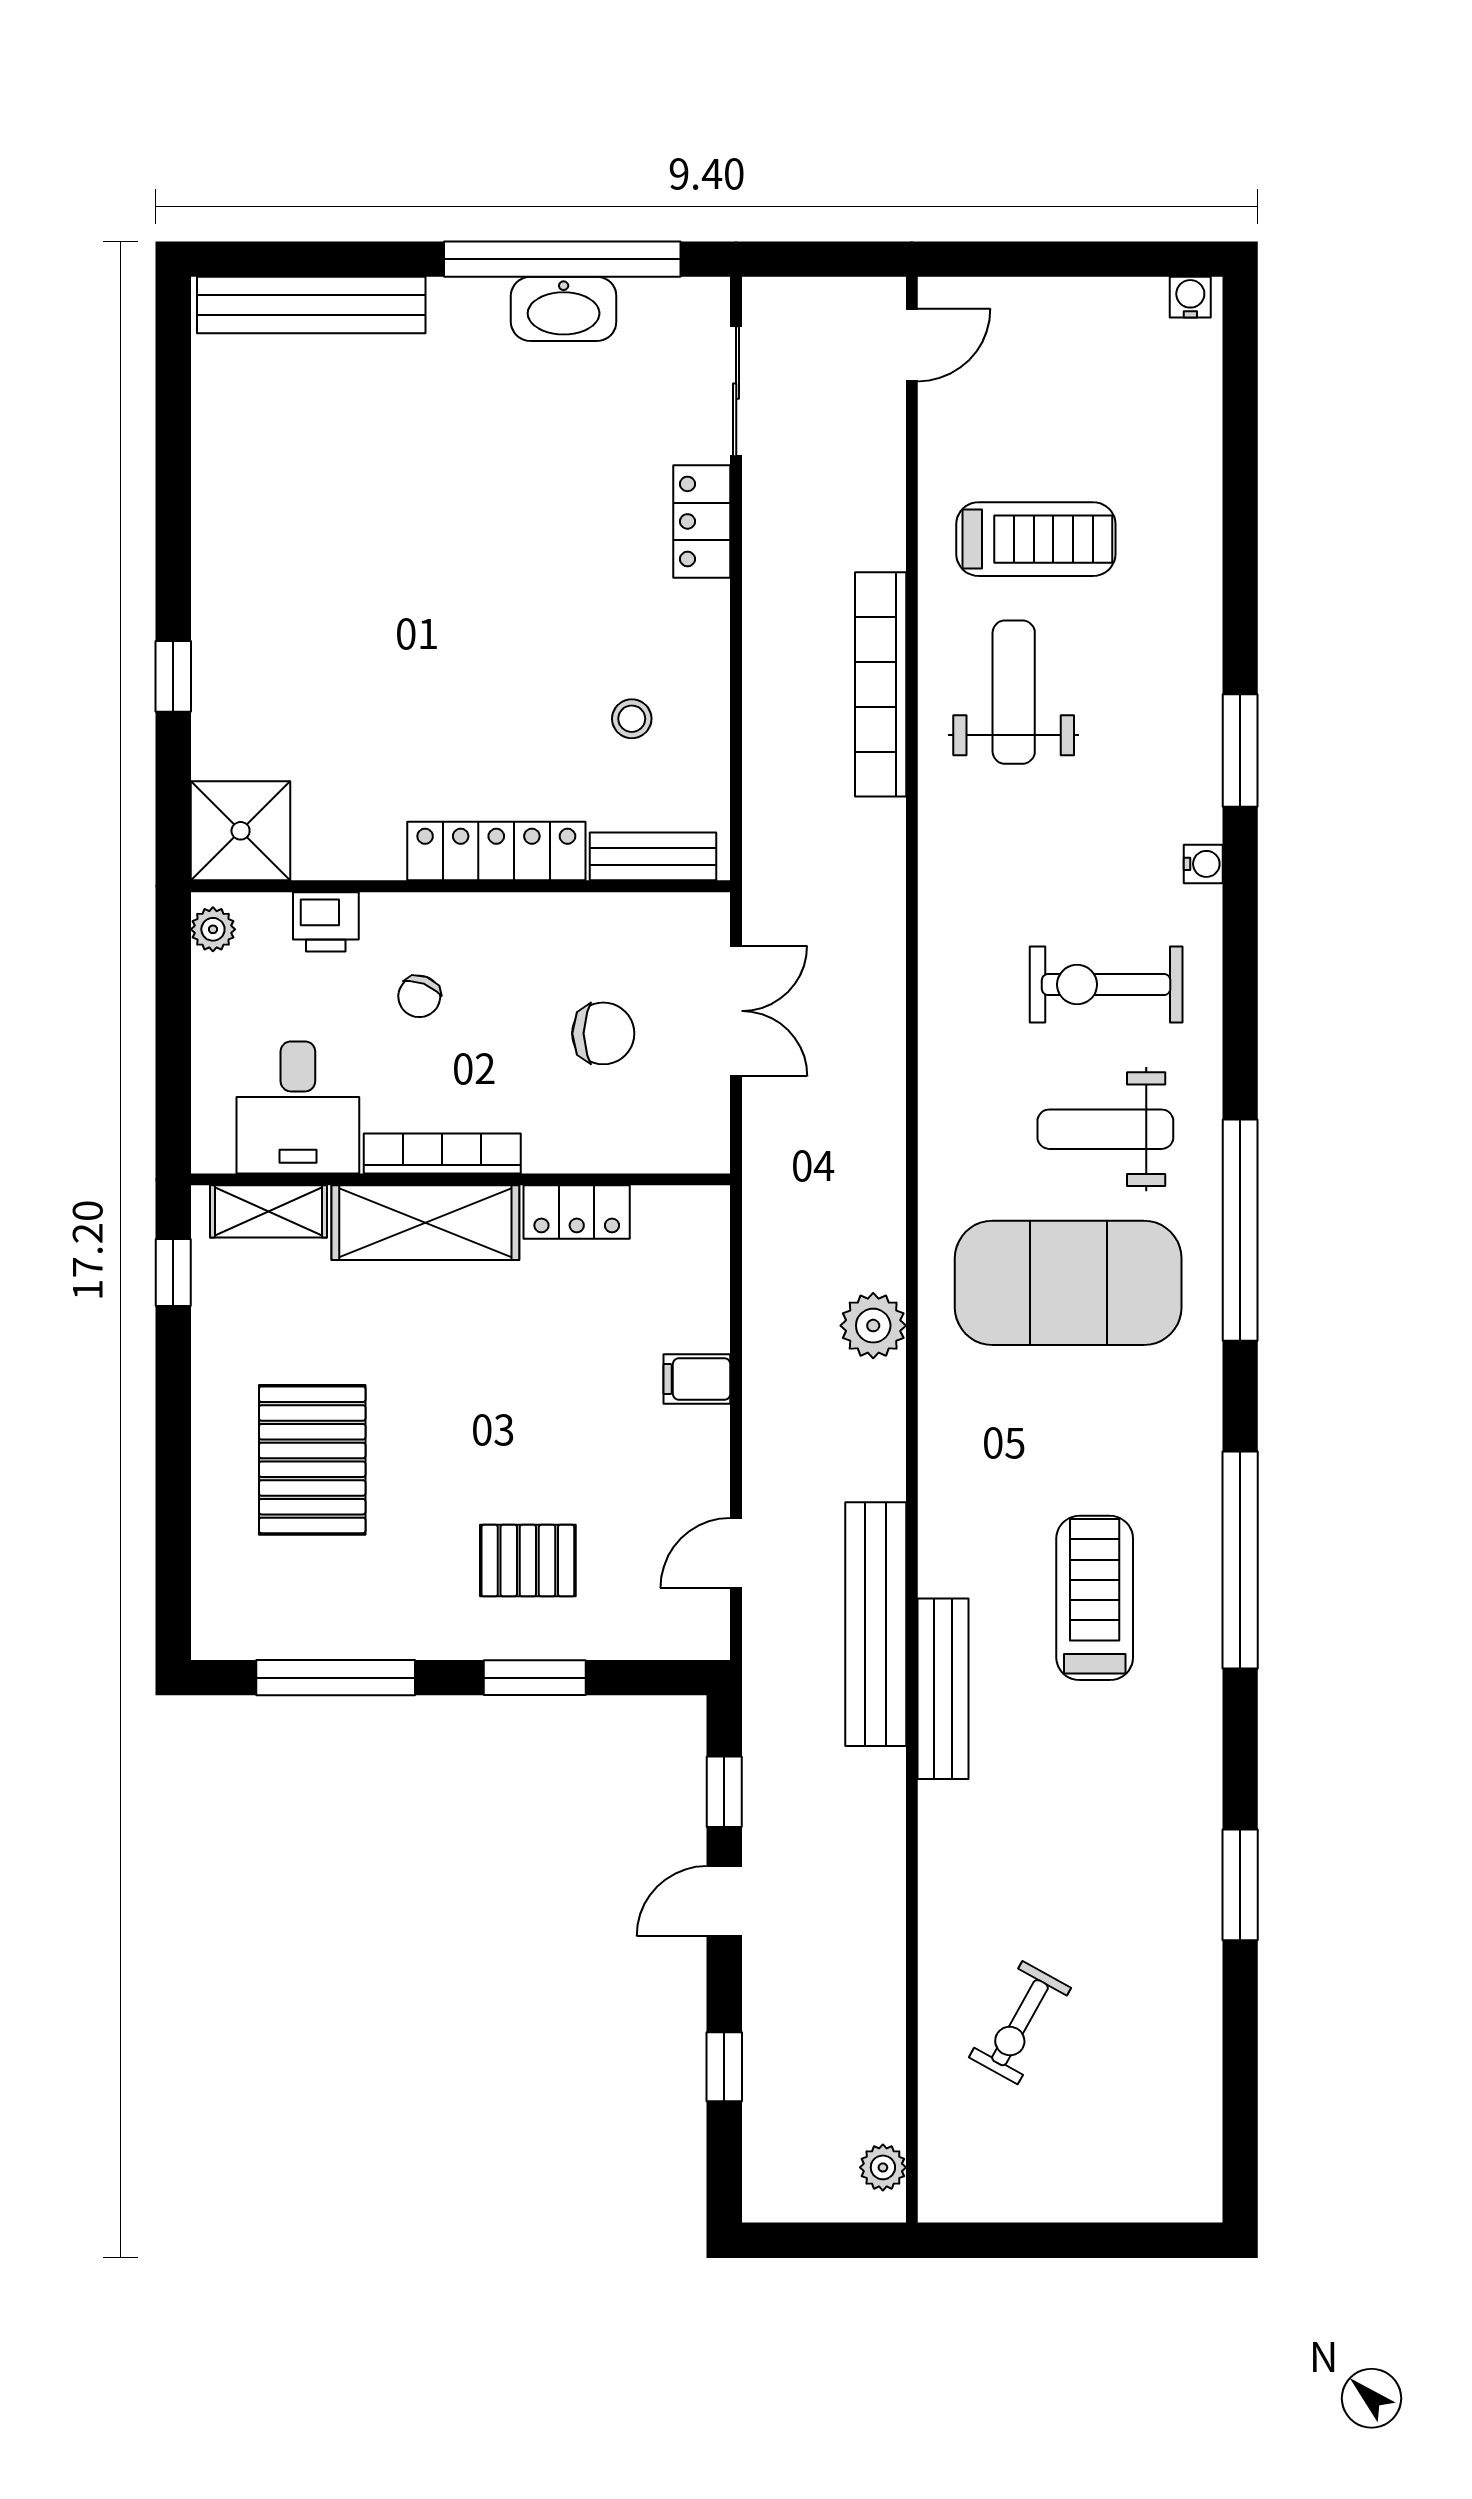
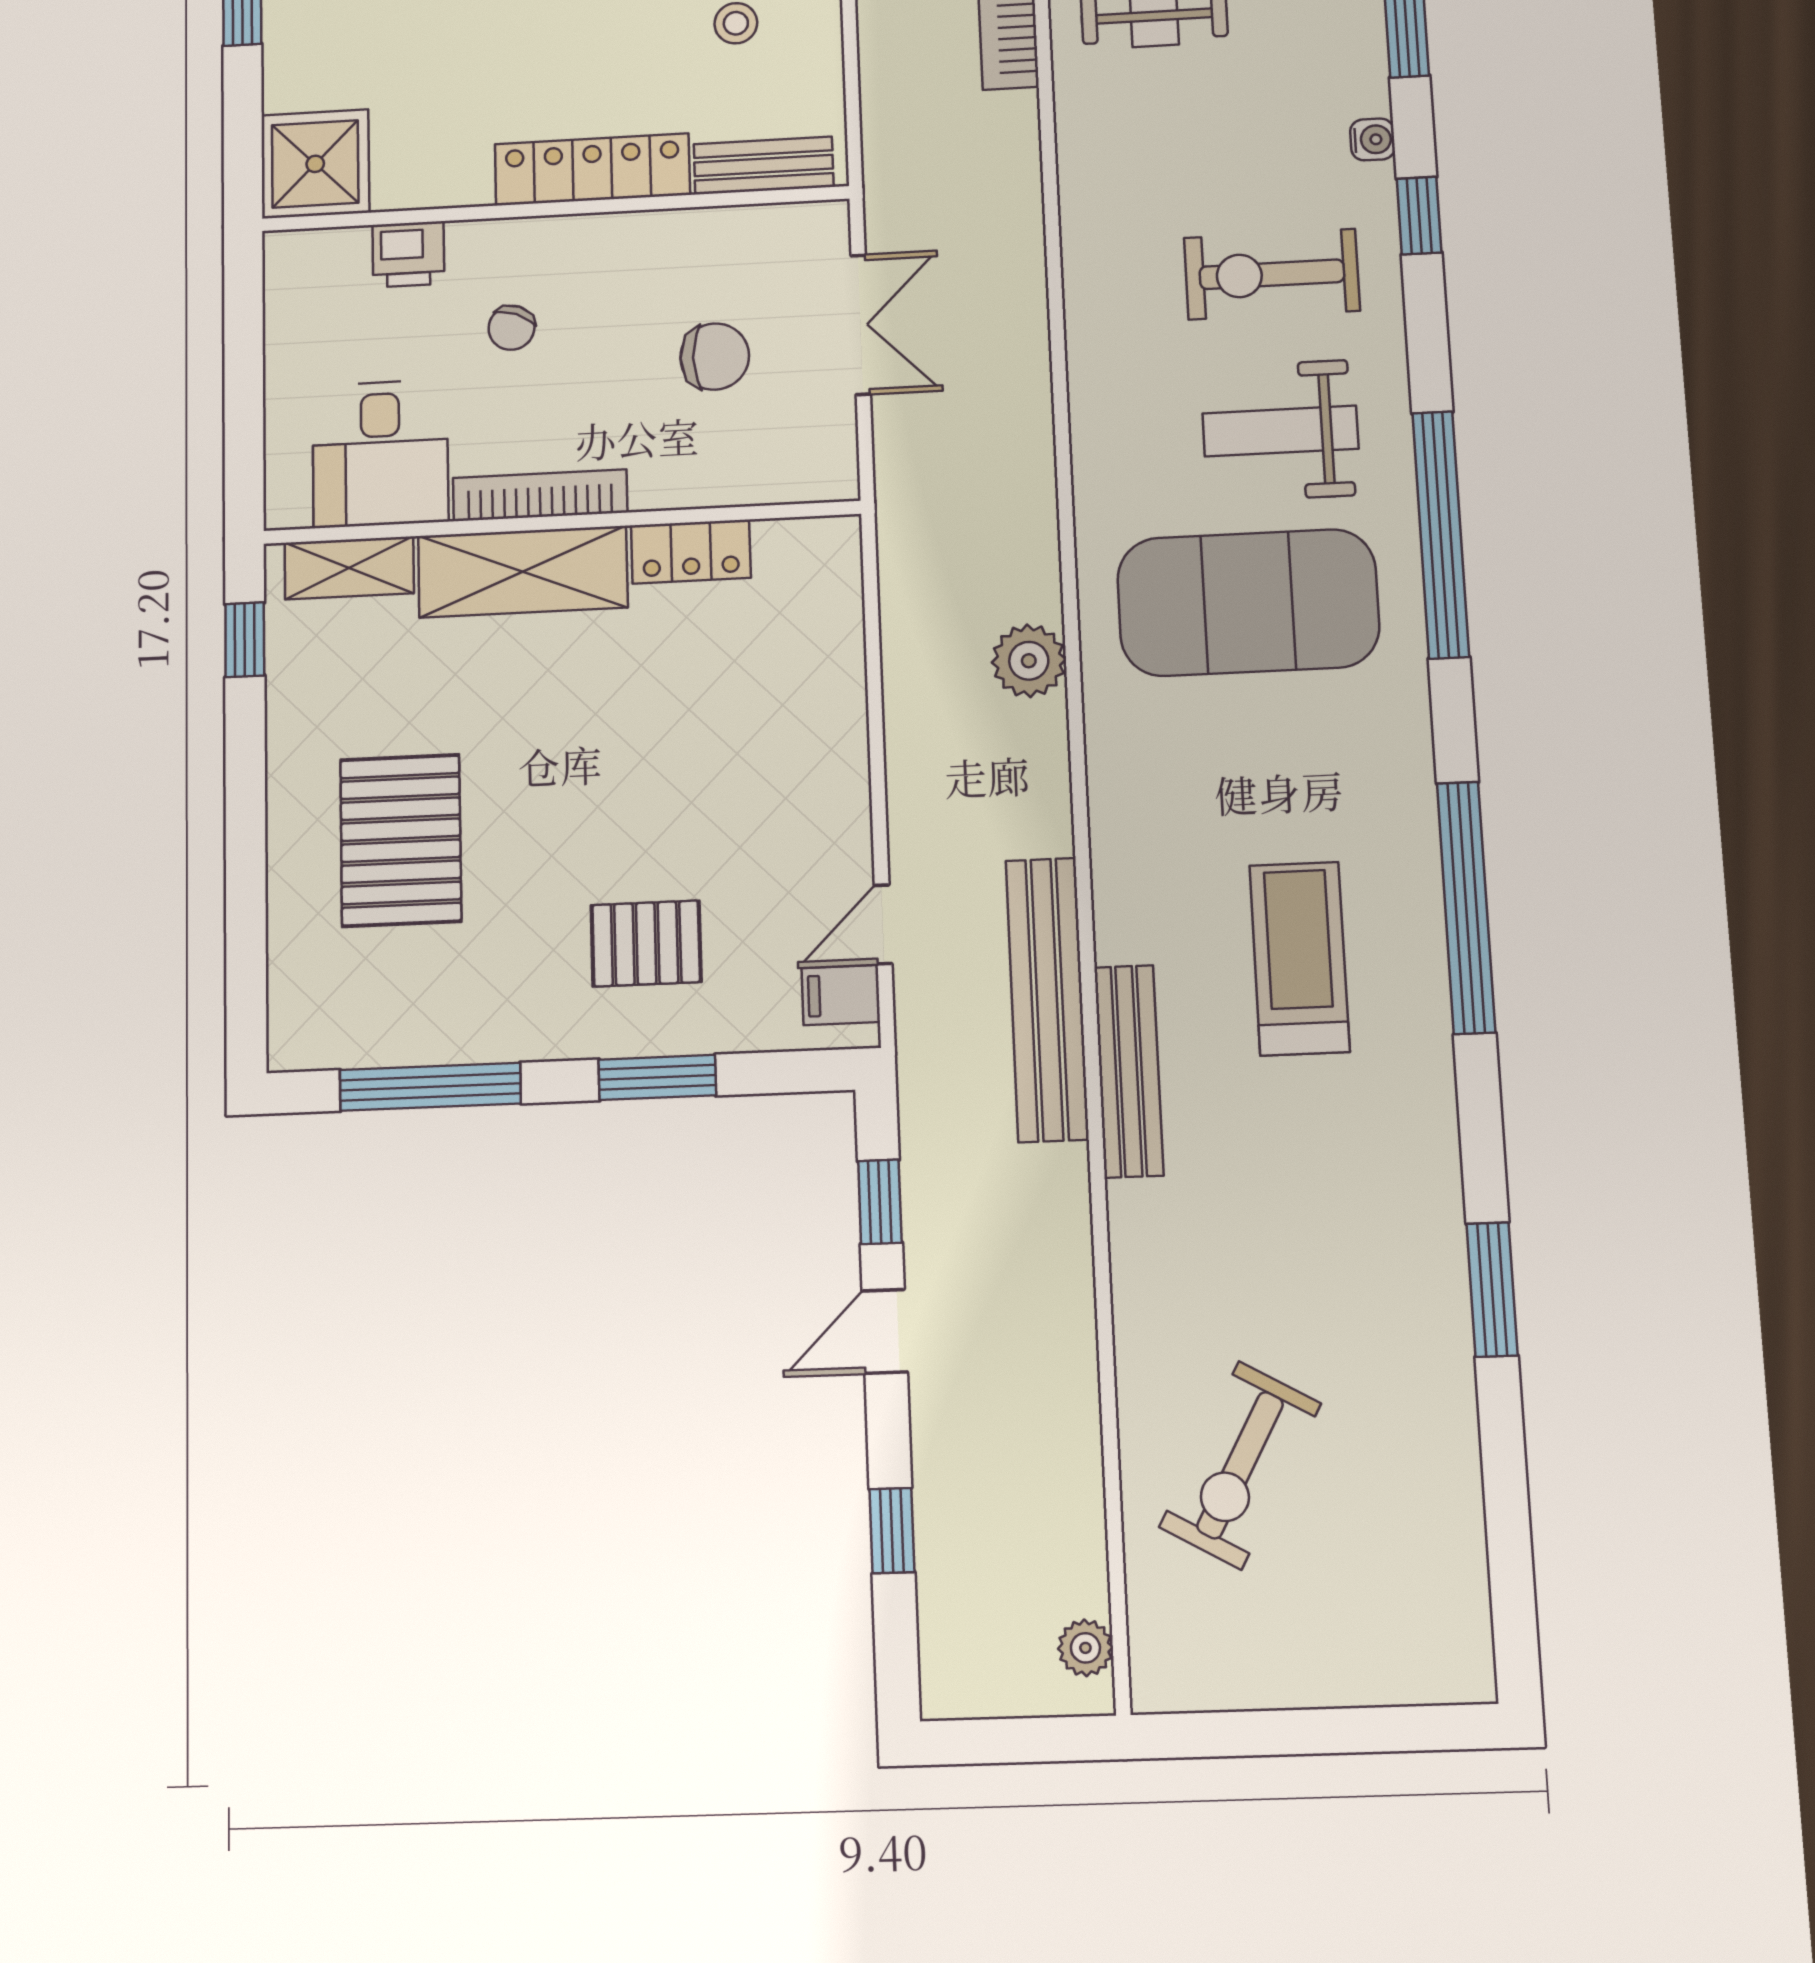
plant: (213, 929) -> (286, 269), removed
window: (1240, 937) -> (1419, 216), added
filing cabinet: (697, 1379) -> (841, 995), moved
exercise bike: (1020, 2023) -> (1240, 1465), width x1.38, depth x1.39

